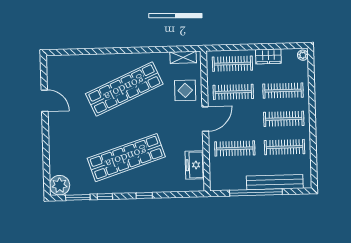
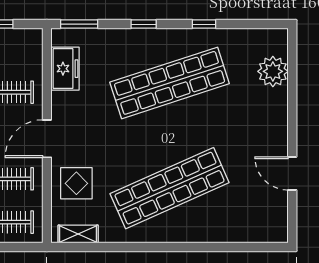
plant: (60, 185) -> (273, 71), moved
window: (78, 197) -> (79, 24), moved

